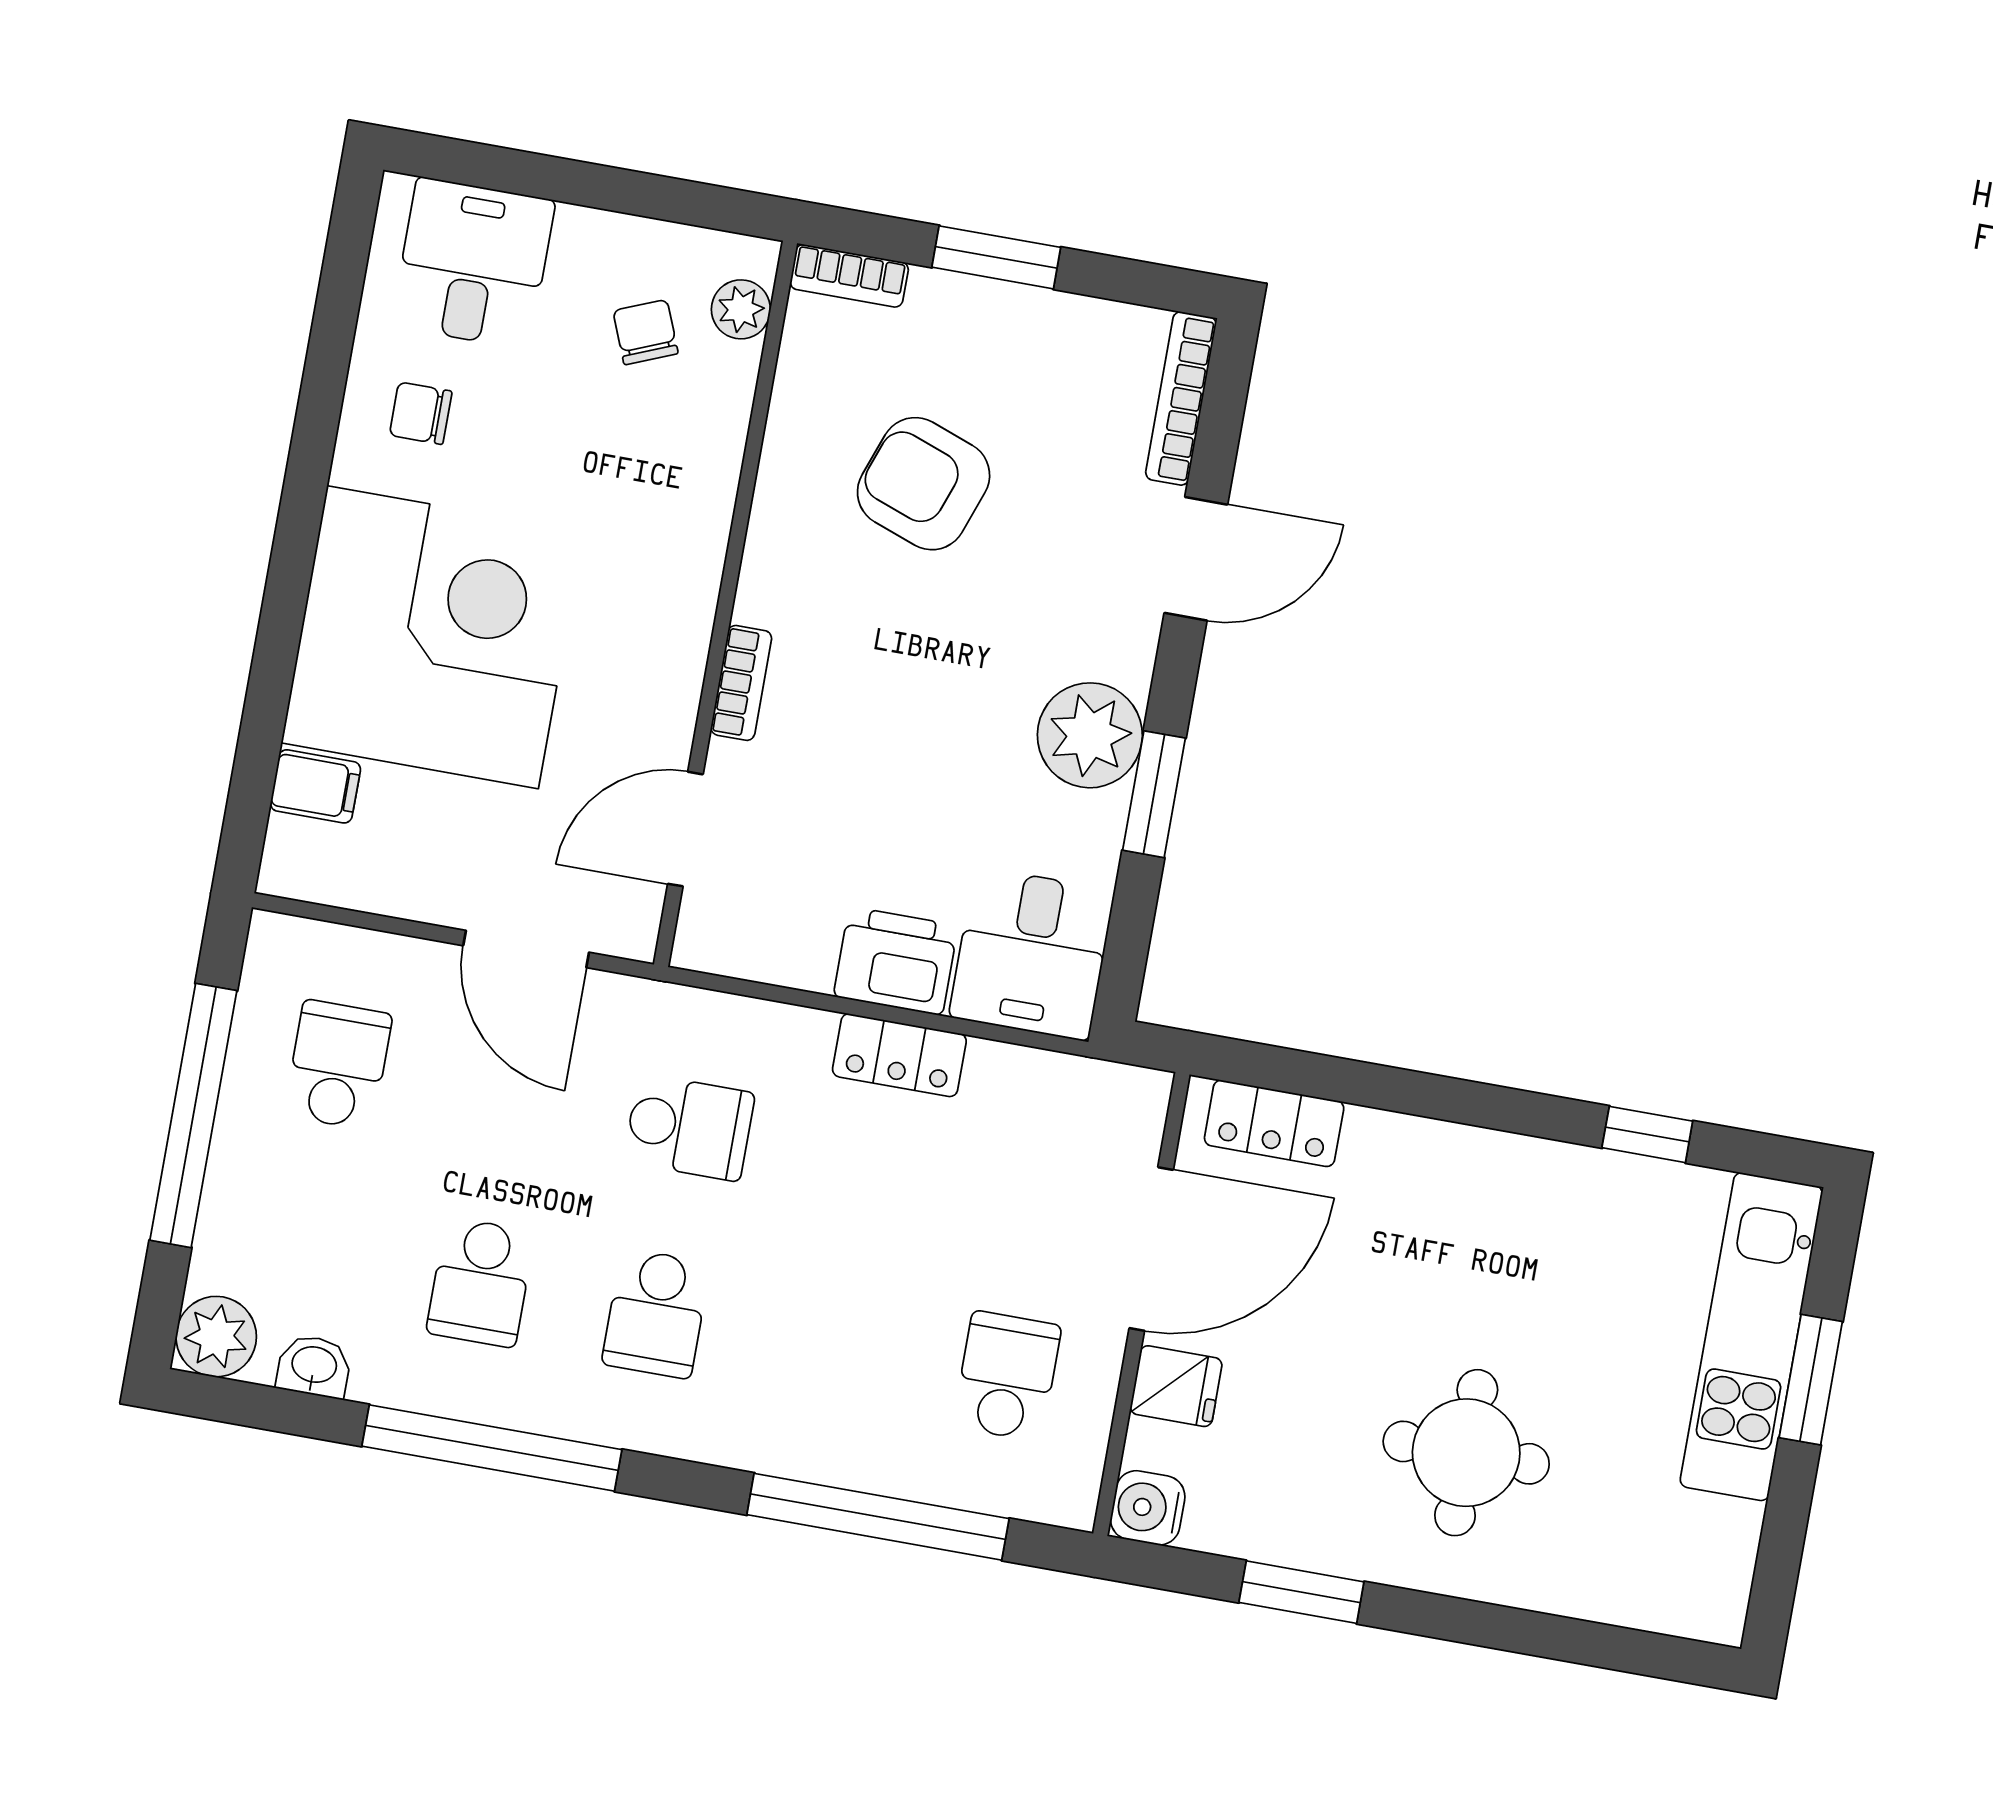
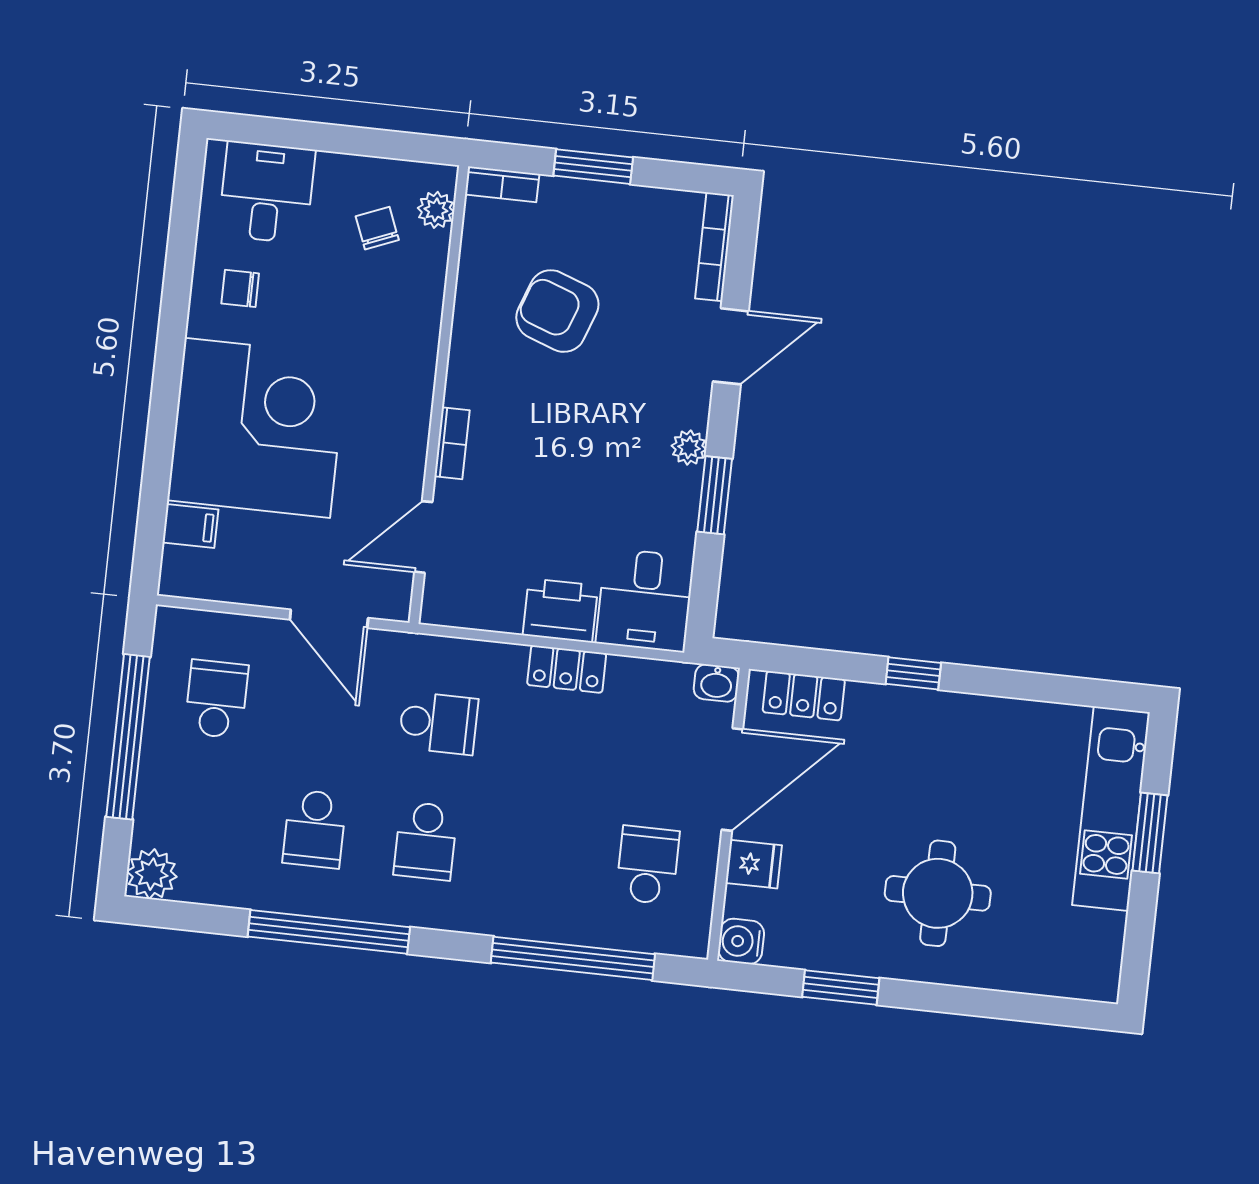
plant: (1090, 735) -> (689, 448), width x0.53, depth x0.53
window: (1647, 1134) -> (913, 673), moved
washbasin: (314, 1366) -> (716, 683), moved, turned 180

